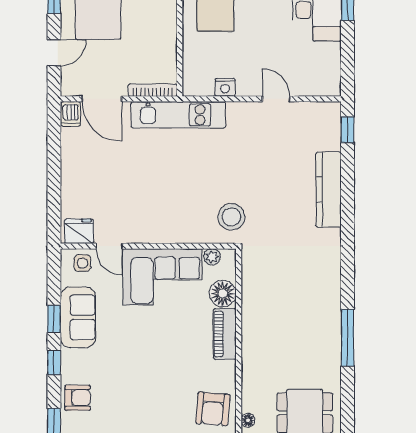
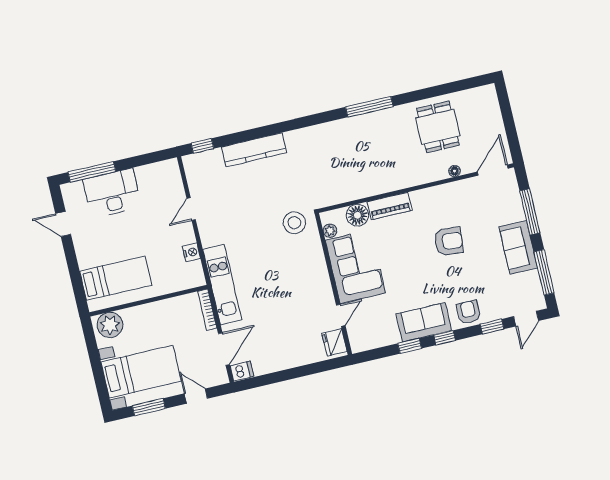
side table: (82, 263) -> (359, 334), removed
sofa: (78, 317) -> (424, 322), moved
armchair: (213, 409) -> (449, 241), moved

